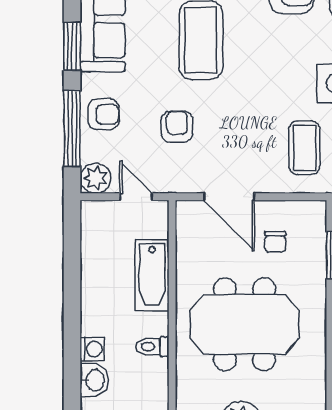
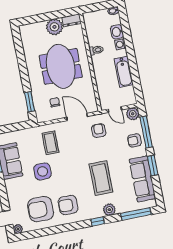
armchair: (177, 127) -> (99, 131), moved, turned 180
bathtub: (152, 275) -> (124, 72), moved, turned 180
meeting table: (244, 324) -> (61, 66), turned 90

